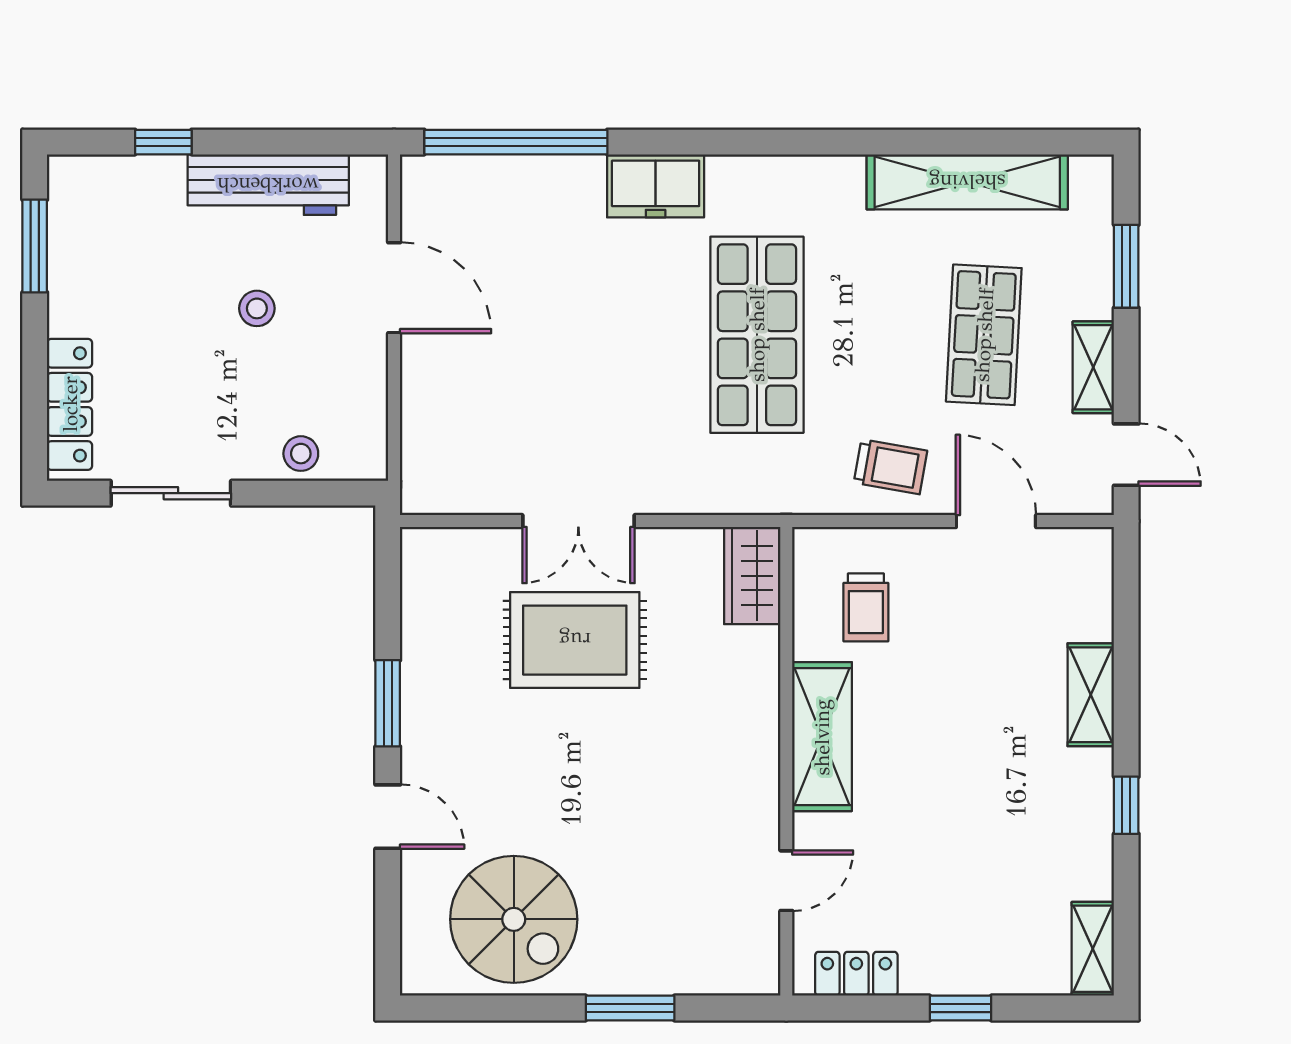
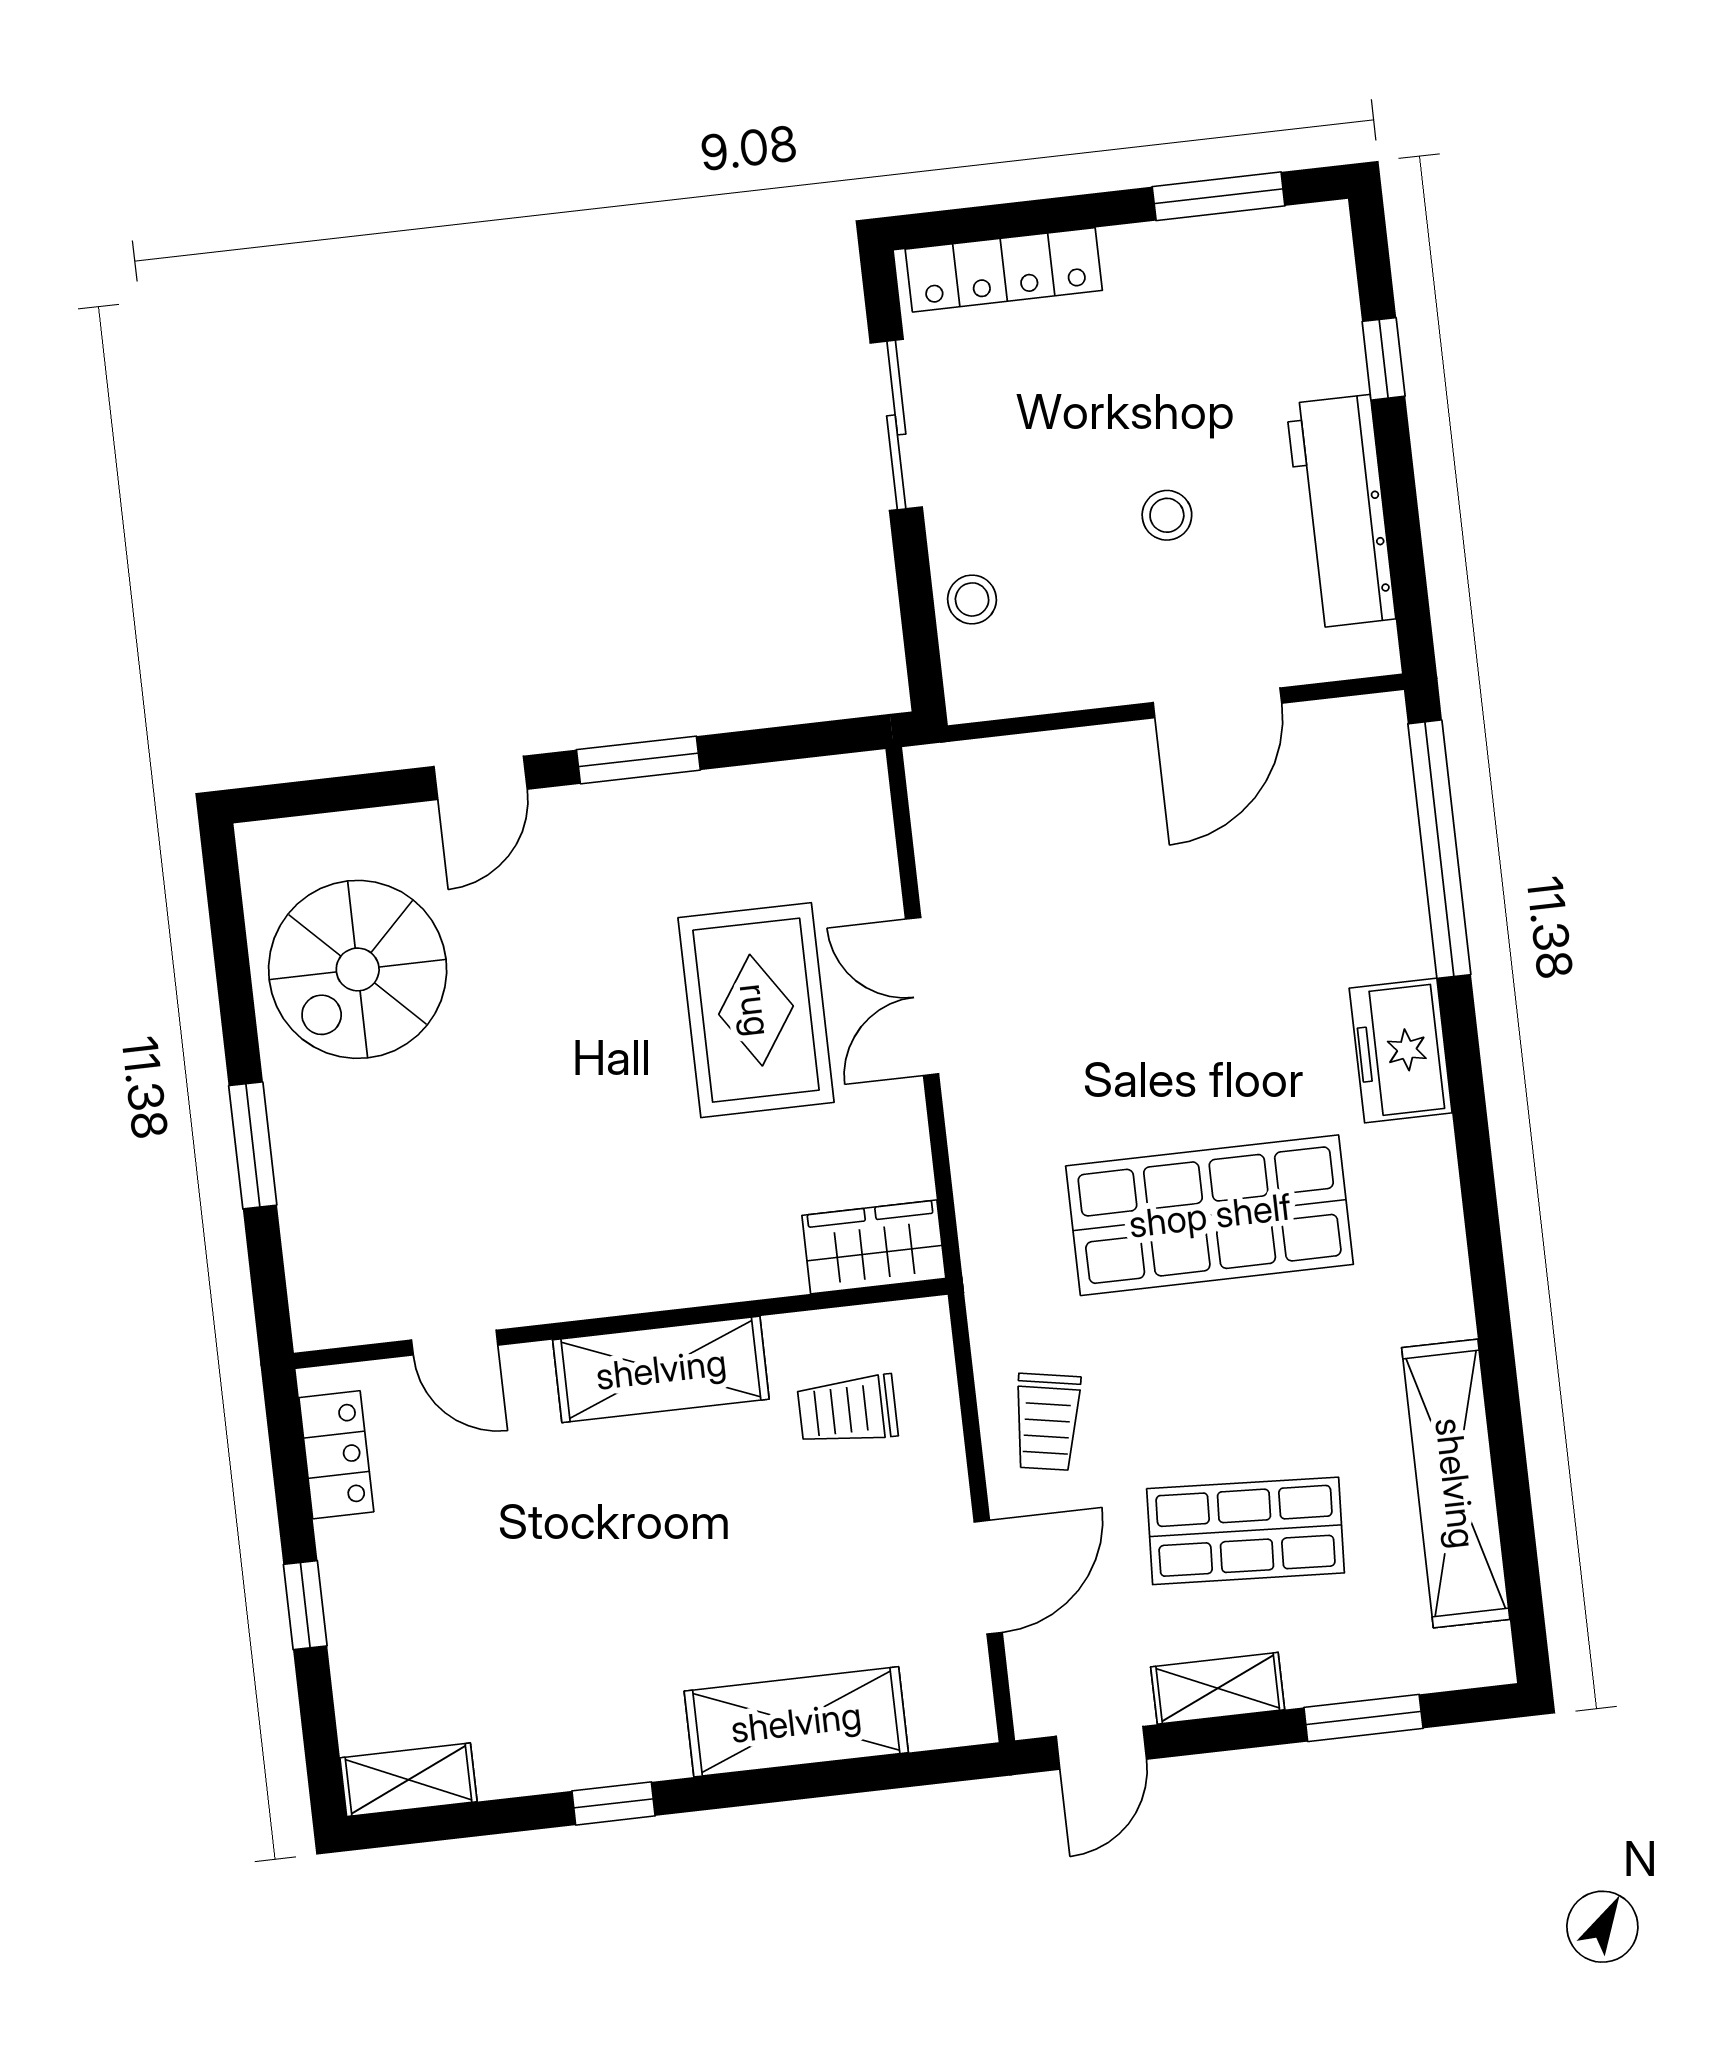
shelving: (1091, 695) -> (796, 1722), width x1.50, depth x1.33

